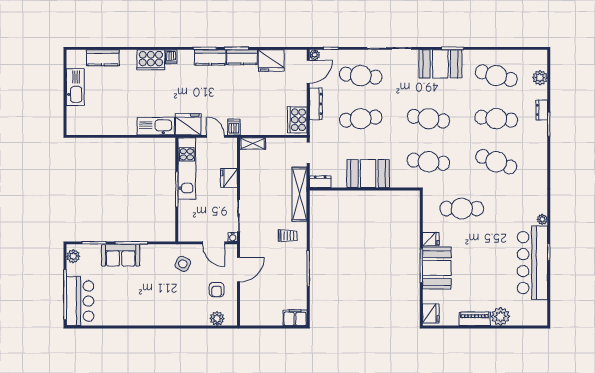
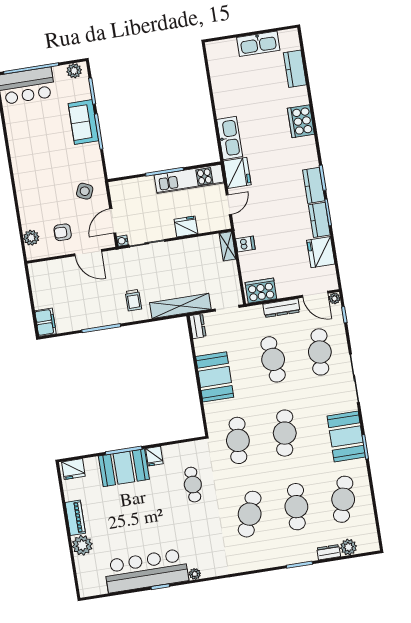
dishwasher: (171, 57) -> (308, 143), removed
dresser: (542, 110) -> (329, 552), moved
dishwasher: (234, 127) -> (245, 244), moved
cafe table: (462, 209) -> (193, 485), width x0.73, depth x0.74

